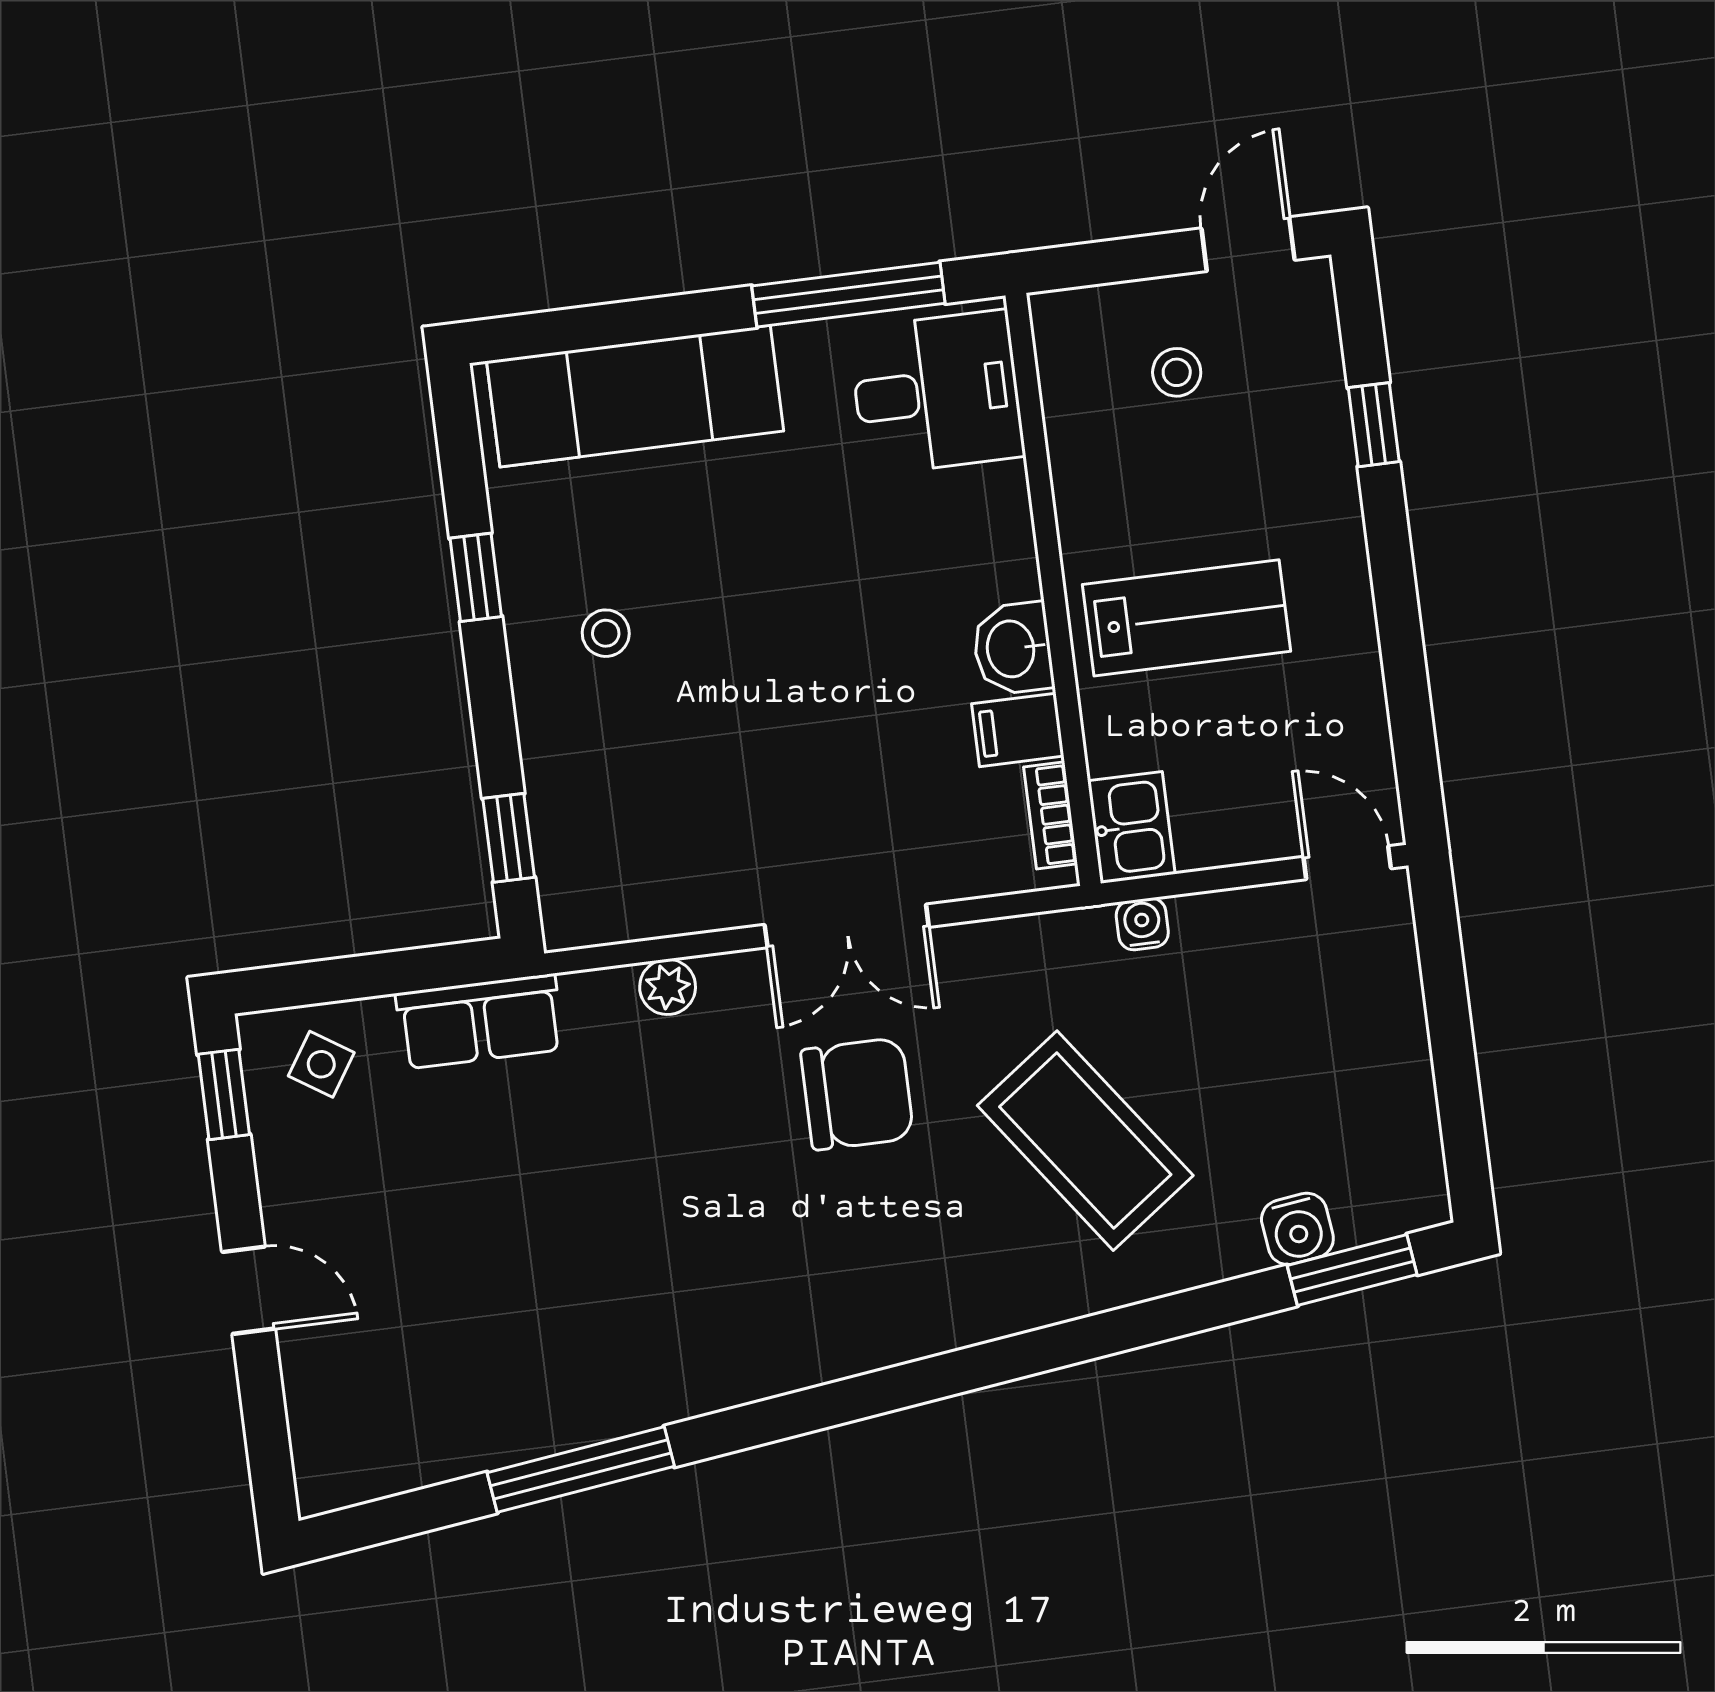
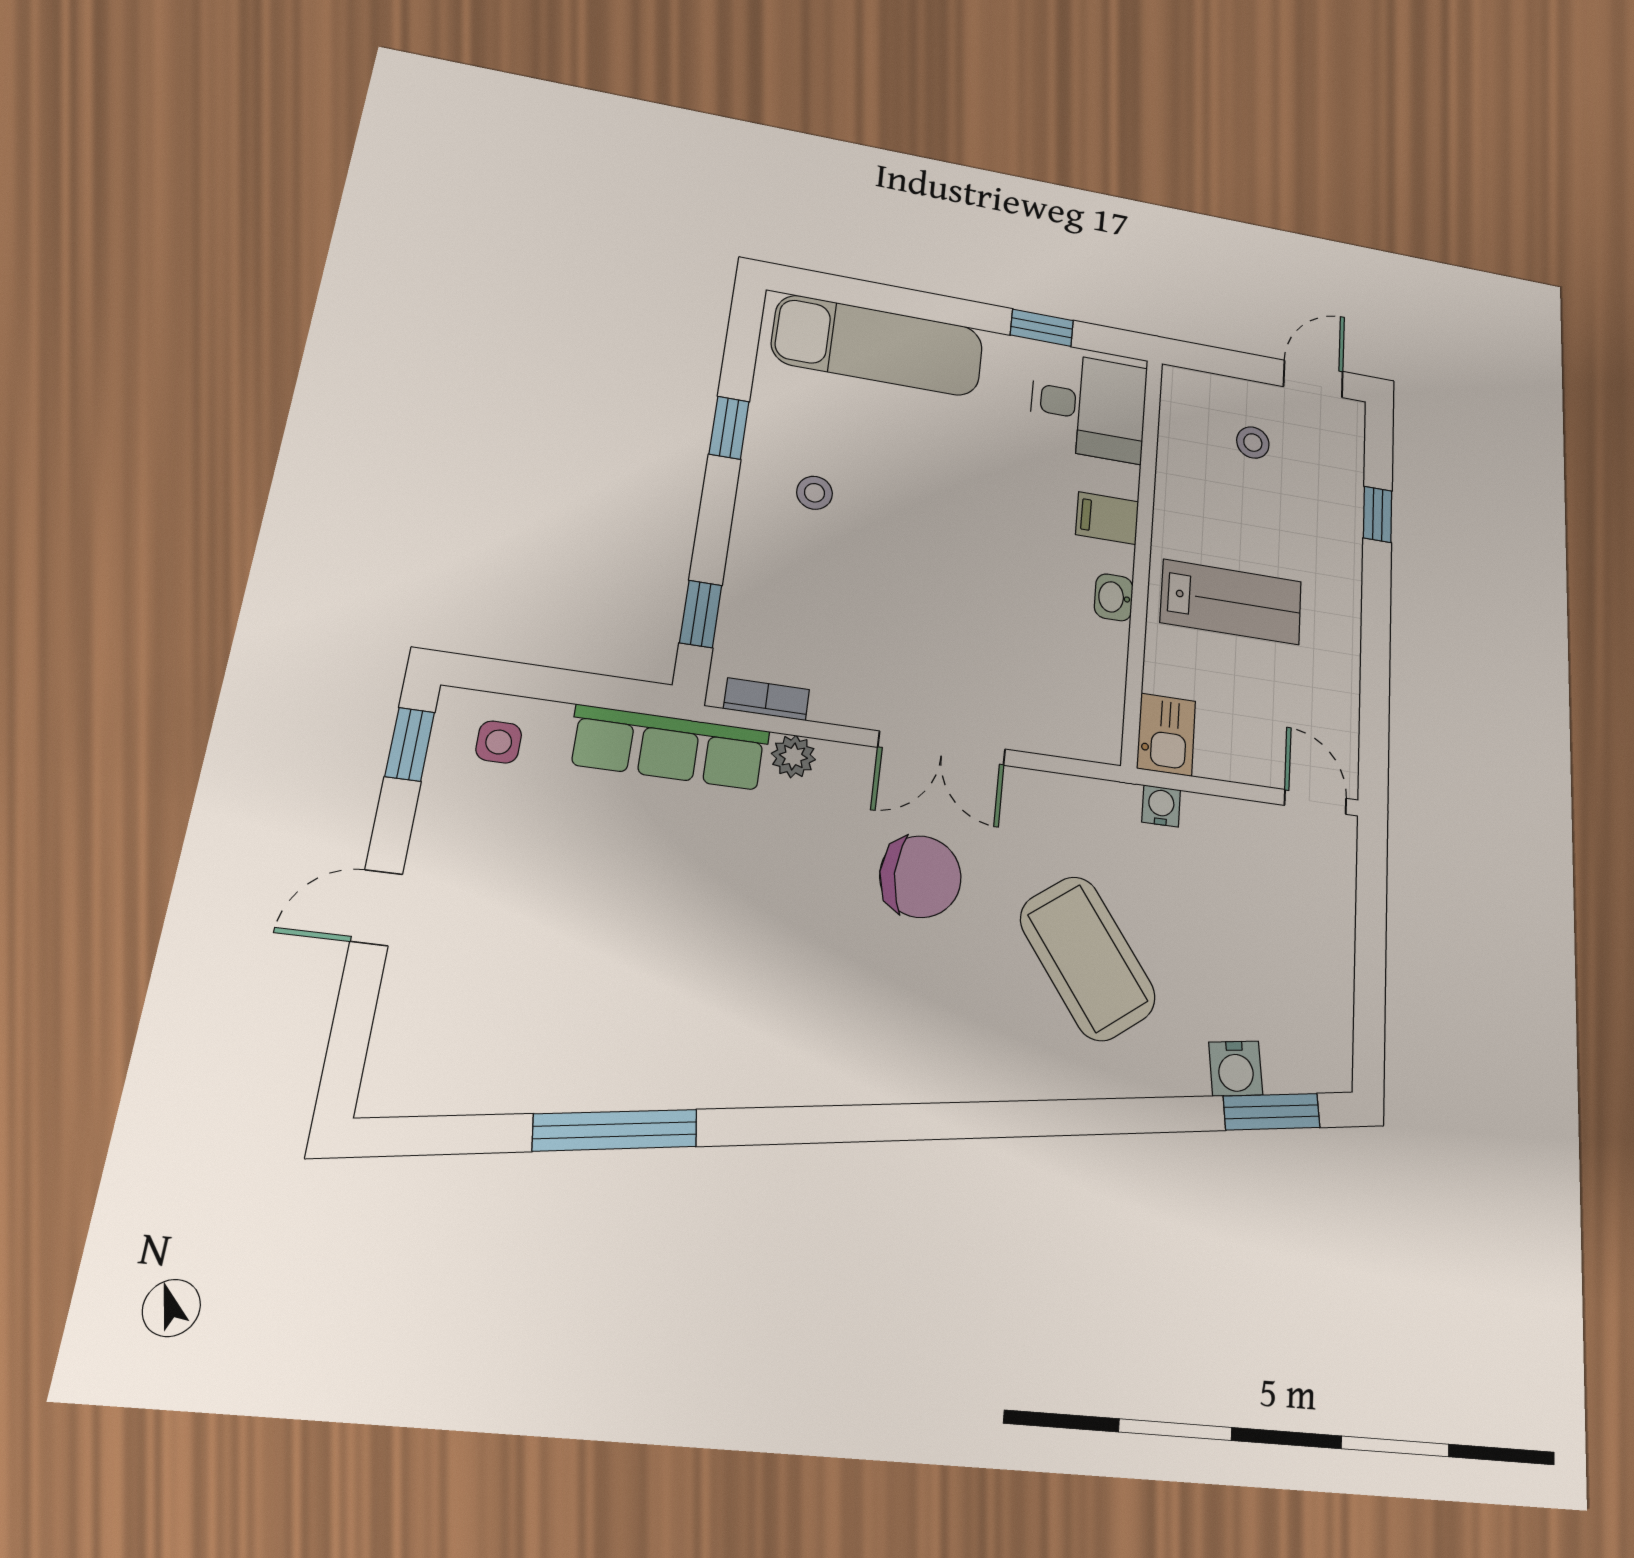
window: (848, 295) -> (1042, 328), width x0.46
washbasin: (1013, 649) -> (1114, 597), width x0.72, depth x0.69
filing cabinet: (1018, 730) -> (1107, 518), moved
bookcase: (1051, 815) -> (767, 699), moved, turned 90
row of seats: (480, 1021) -> (669, 747), width x1.48
side table: (321, 1064) -> (499, 742), turned -33
door: (249, 1290) -> (376, 908), swing flipped

